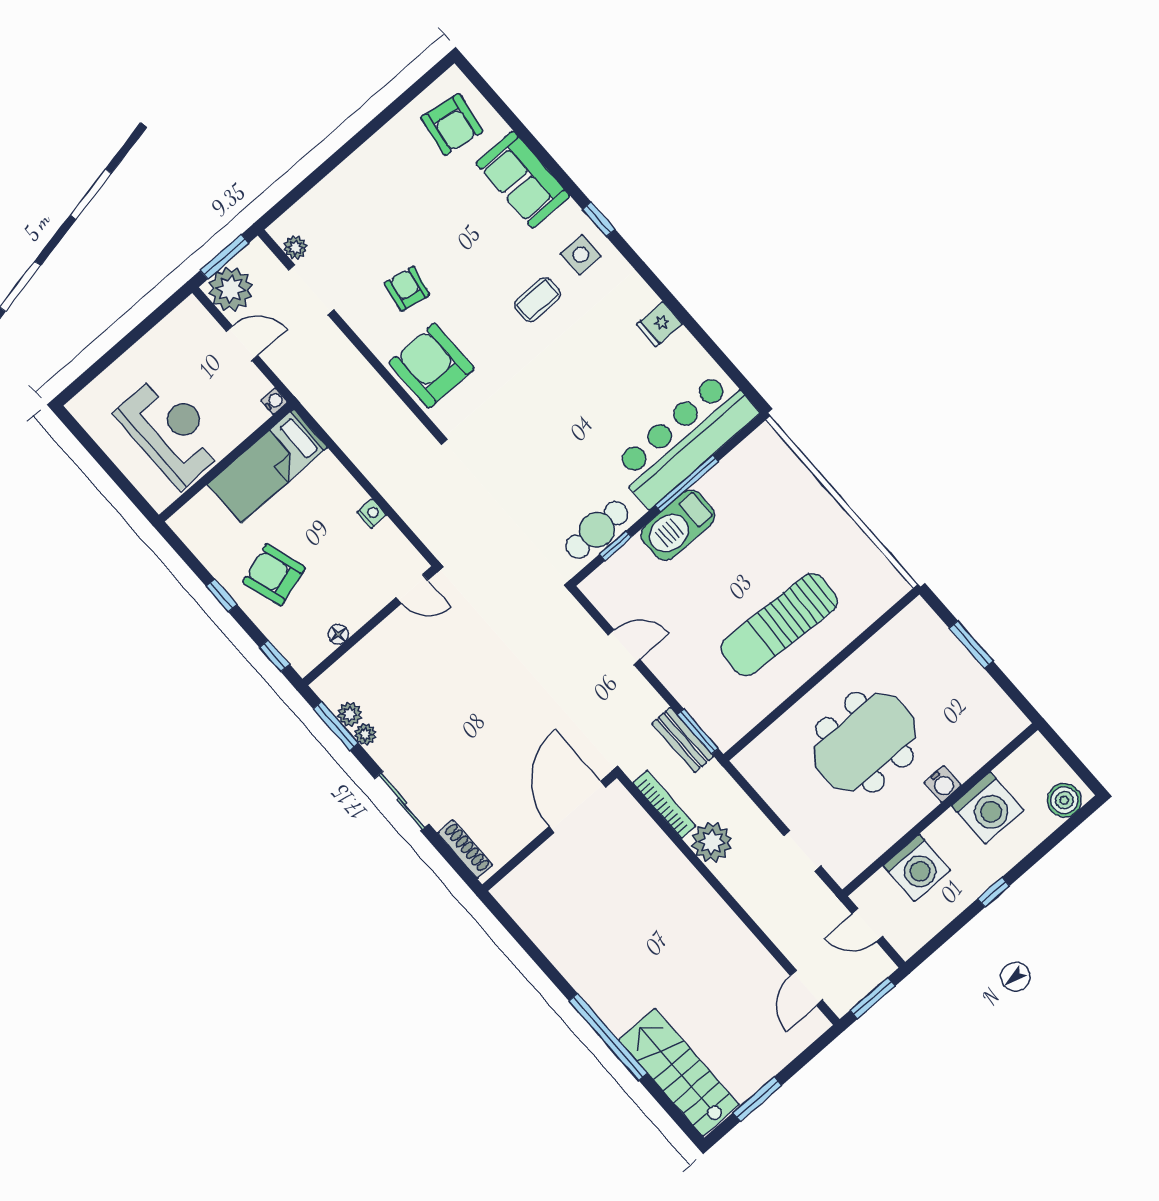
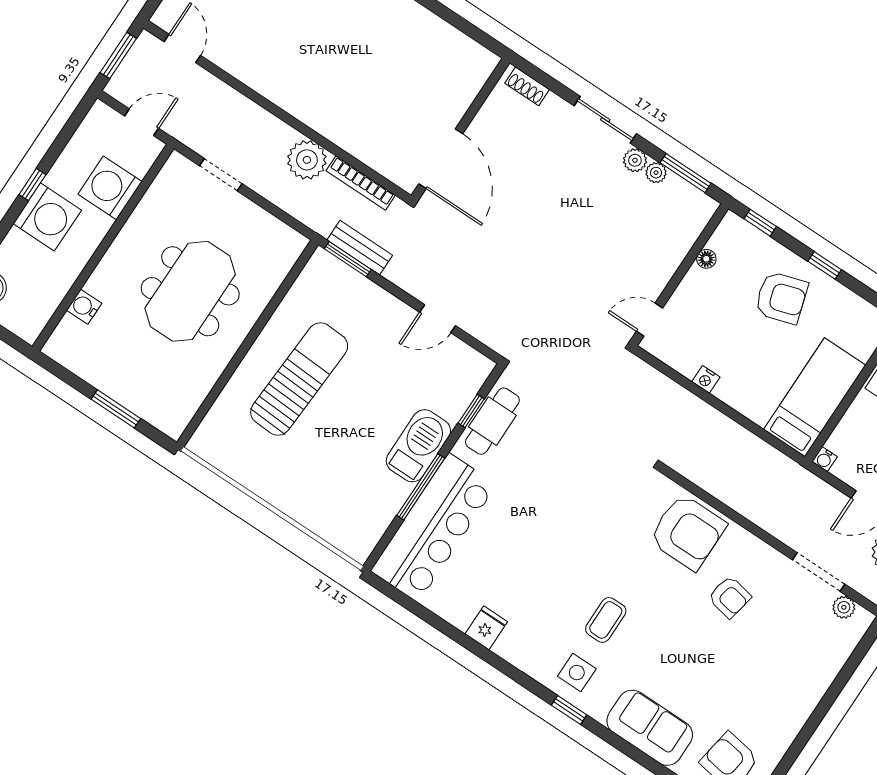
plant: (350, 714) -> (635, 160), moved
water cooler: (943, 784) -> (84, 307), moved
washing machine: (988, 808) -> (47, 217), moved, turned 180
shoe rack: (465, 849) -> (527, 86), width x0.70

